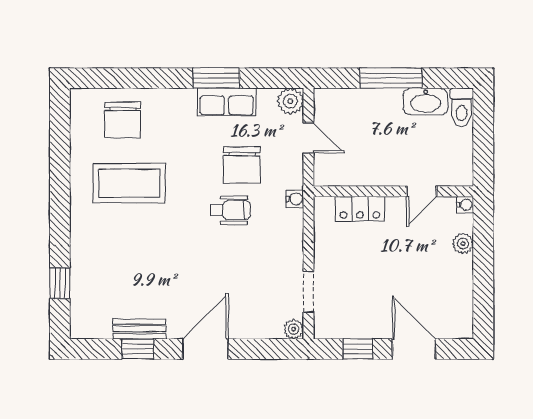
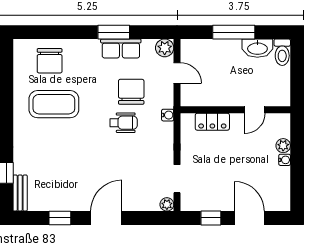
chair: (242, 165) -> (131, 92), turned 180
water cooler: (465, 205) -> (285, 160), moved
bench: (139, 329) -> (20, 193), moved, turned 90

